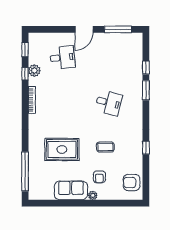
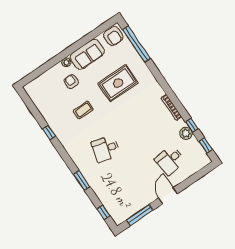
window: (146, 68) -> (104, 212), moved
armchair: (132, 182) -> (113, 36), moved, turned 90

